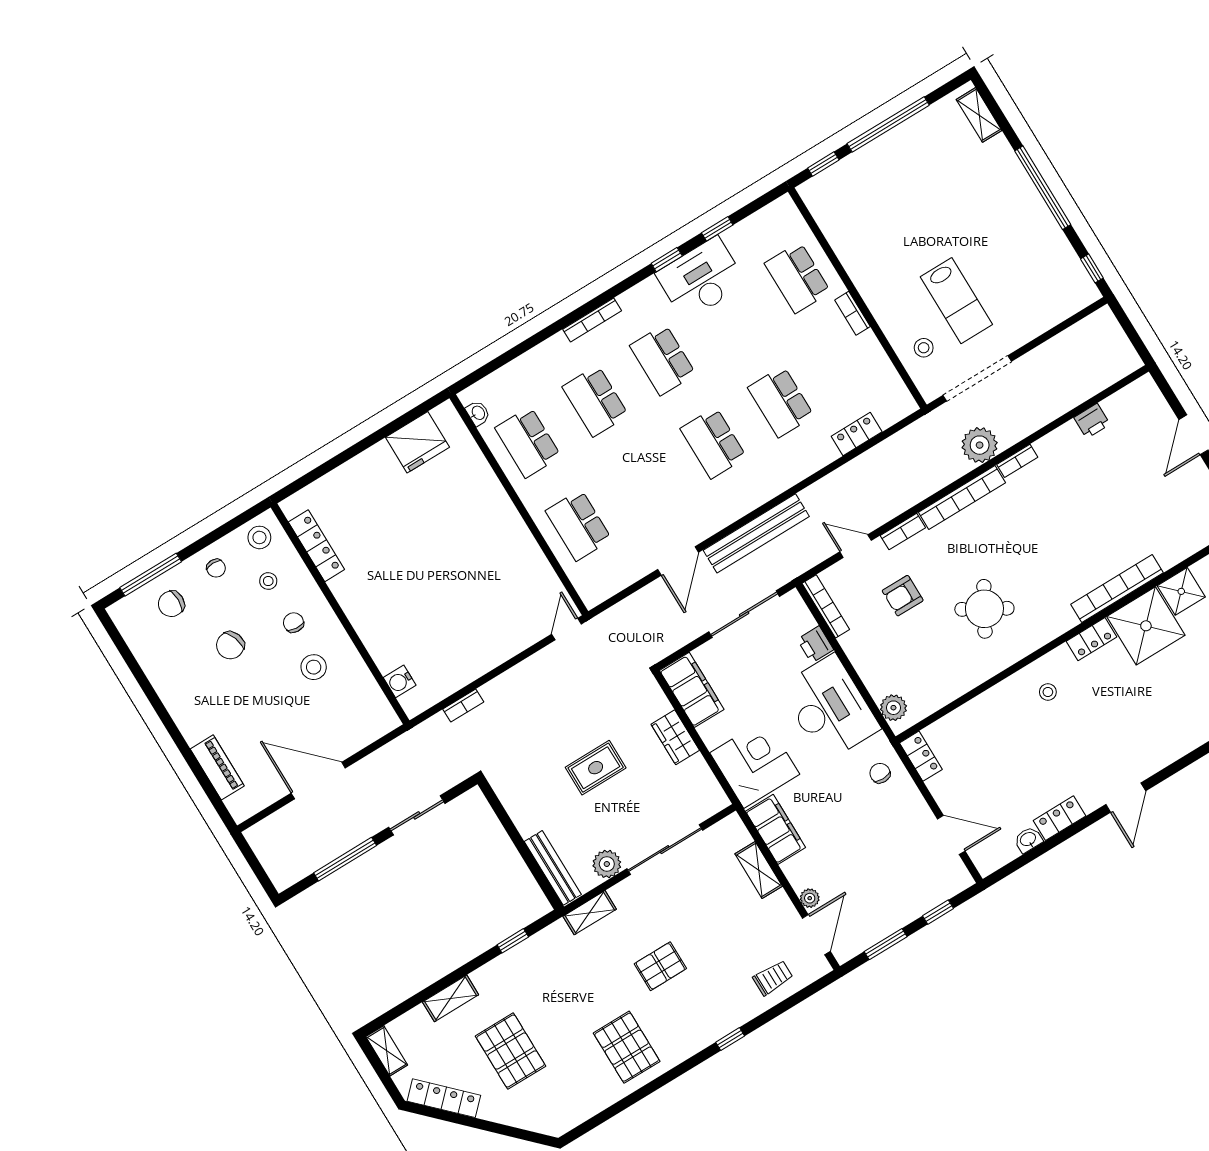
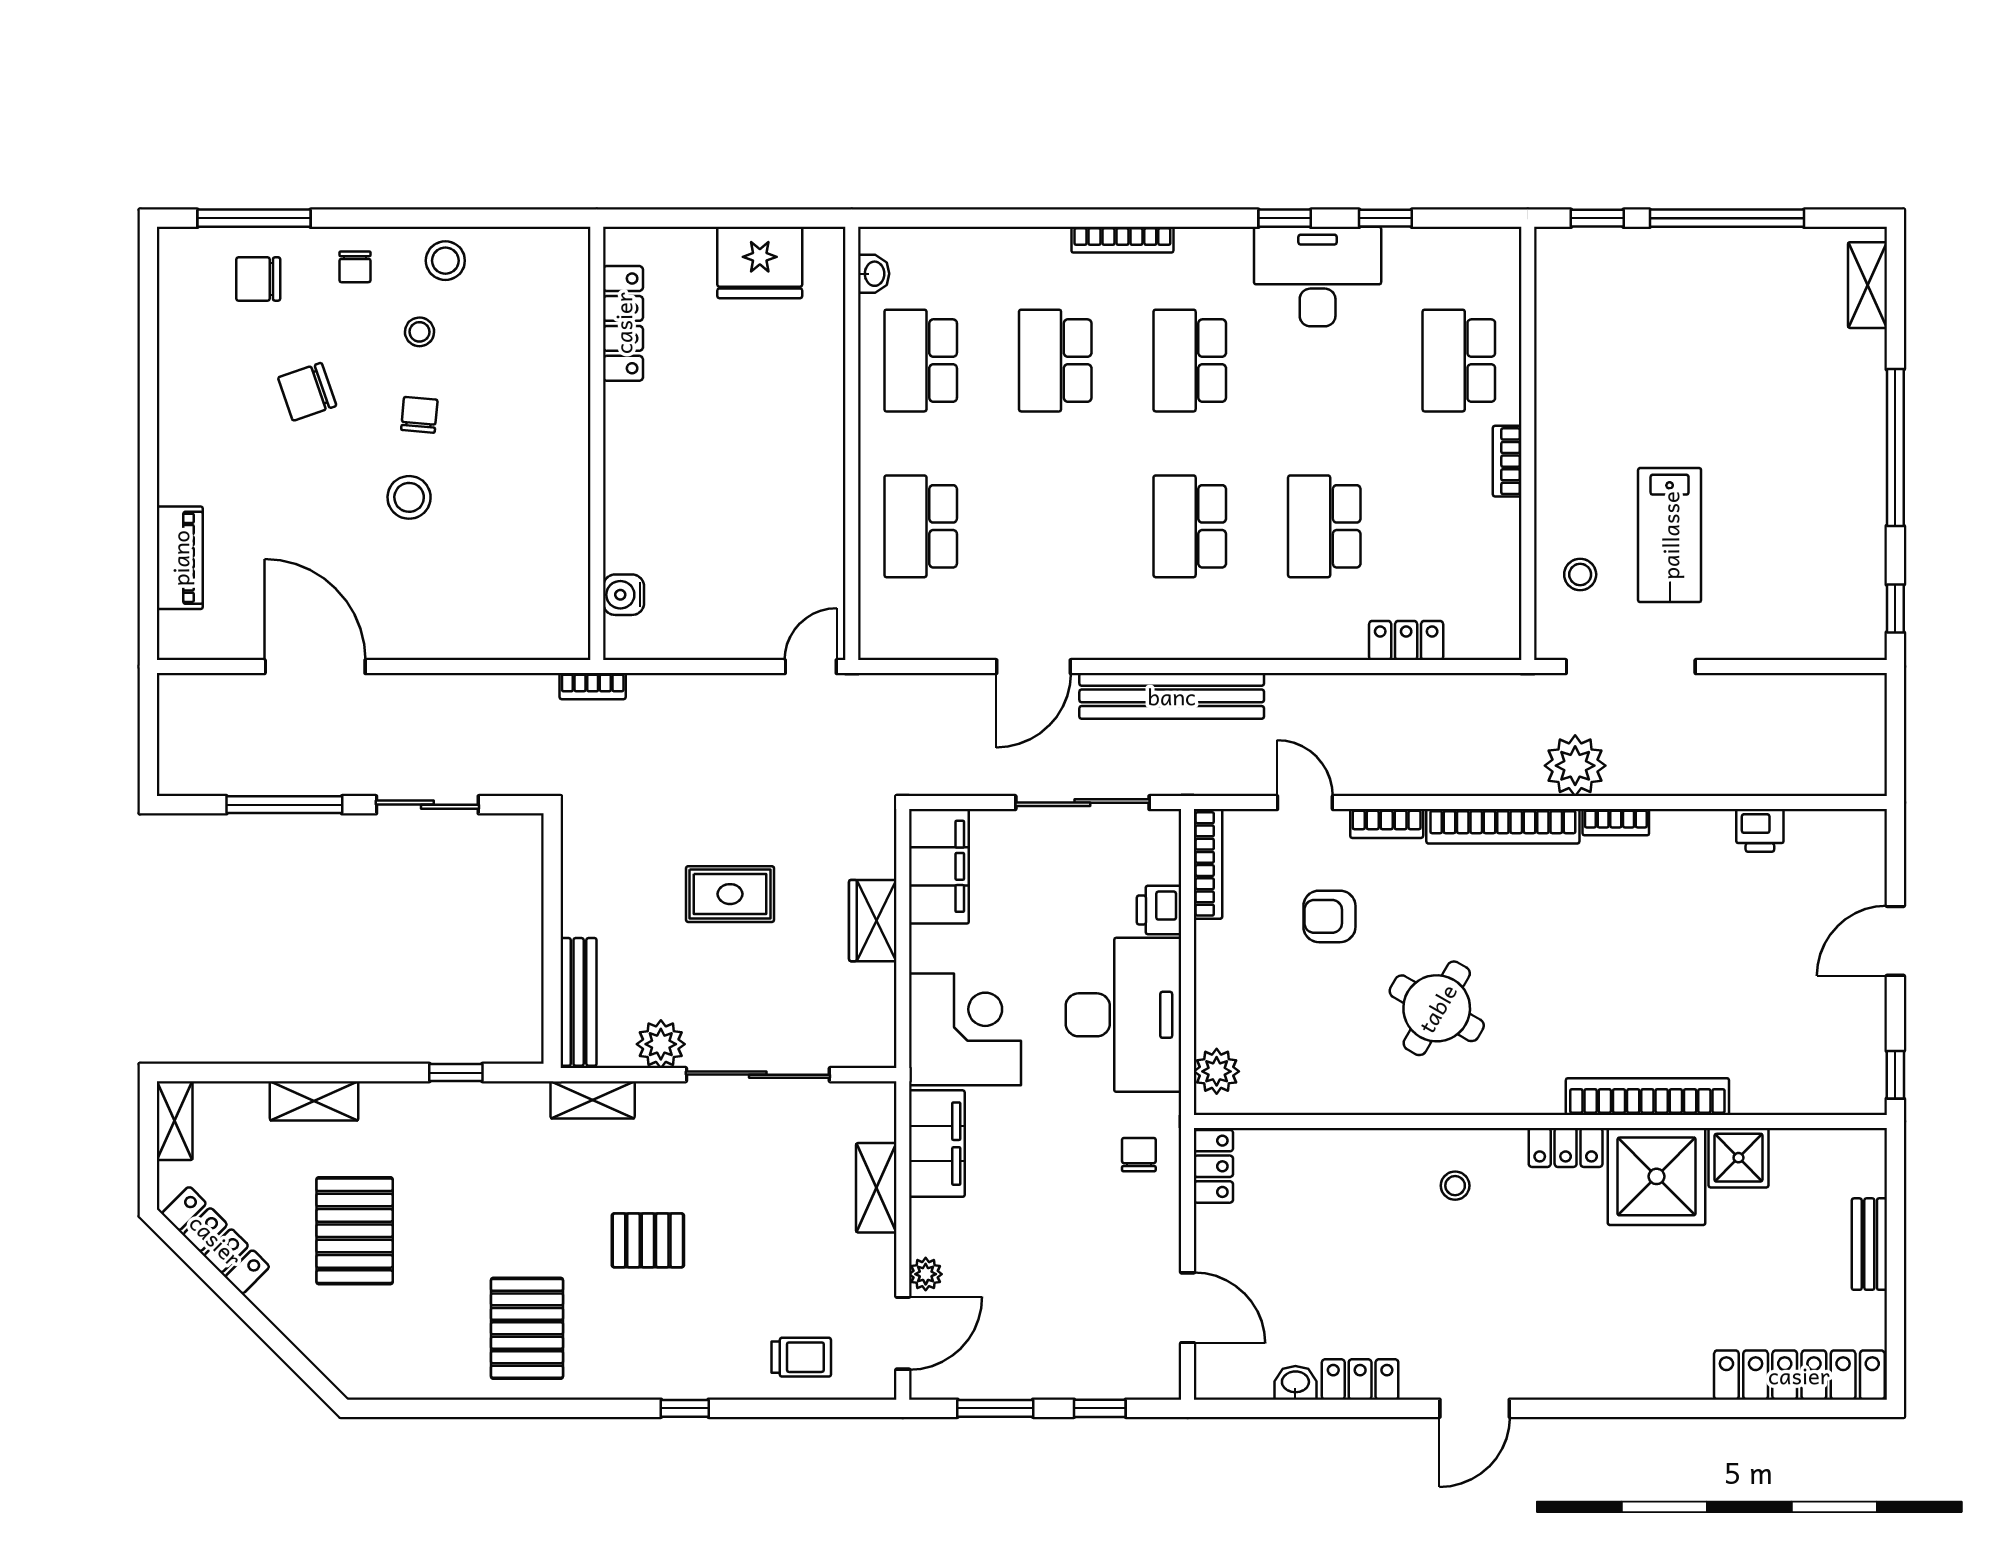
locker: (316, 546) -> (623, 323), moved
wall: (340, 614) -> (597, 443), moved
water cooler: (400, 681) -> (624, 595), moved

